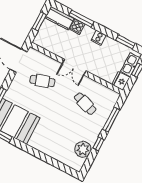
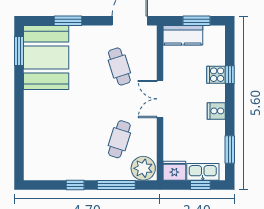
kitchen counter: (60, 18) -> (183, 35), moved, turned -90
window: (81, 19) -> (230, 75), width x0.46
plant: (83, 149) -> (143, 168), moved

